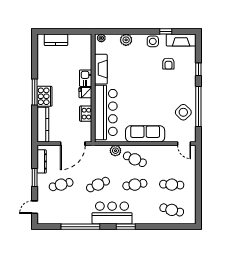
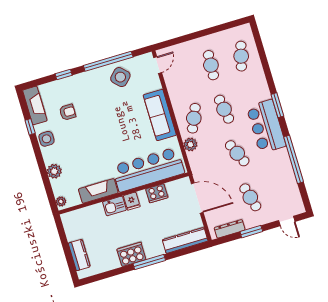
cooker: (44, 96) -> (131, 254), moved

